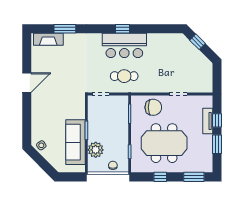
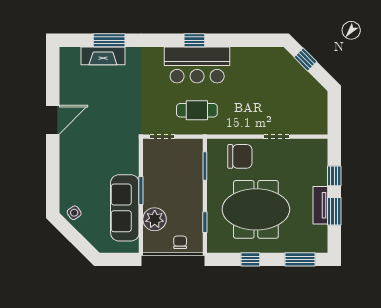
fireplace: (48, 39) -> (103, 56), moved
tv unit: (208, 121) -> (320, 205), moved

